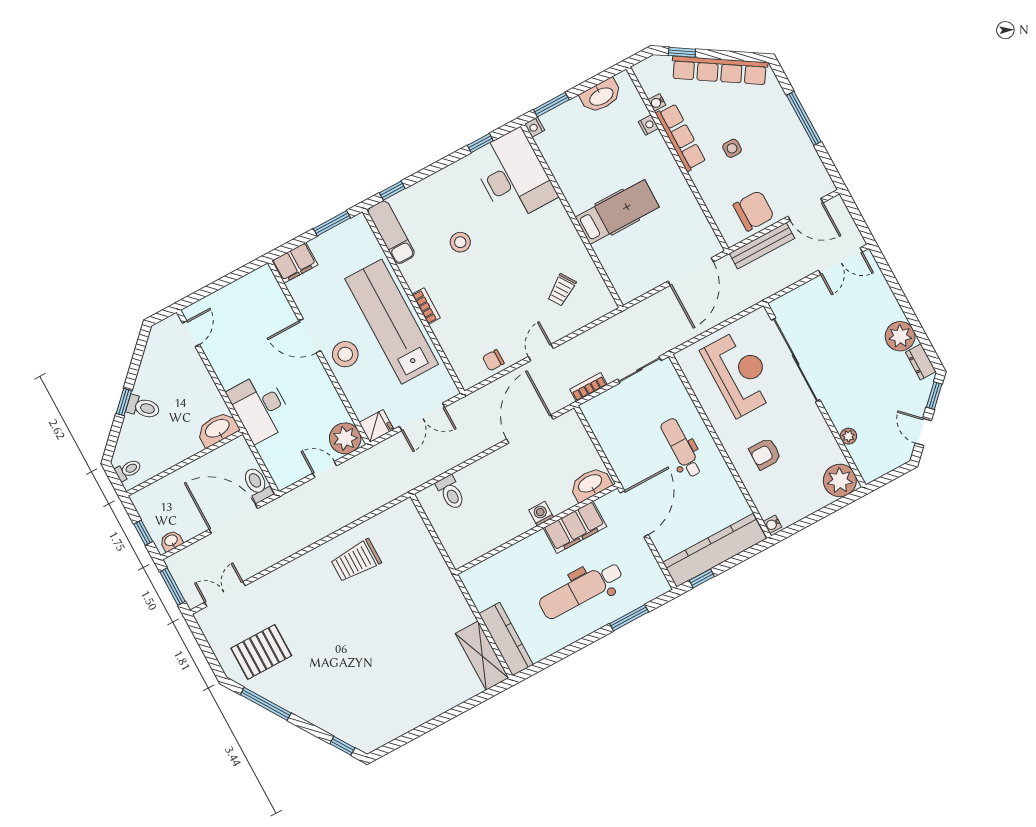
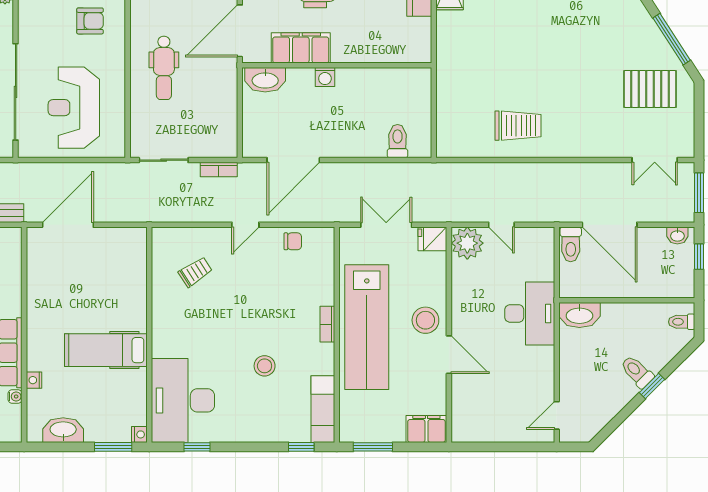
hospital bed: (617, 212) -> (106, 350), moved

